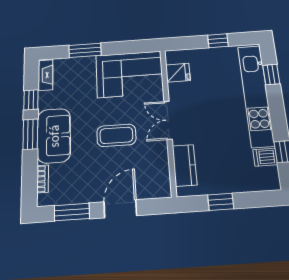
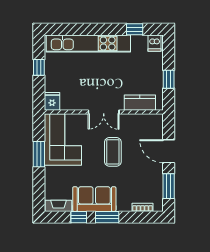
window: (85, 50) -> (39, 154), moved
fridge: (178, 73) -> (52, 101), moved
window: (271, 75) -> (72, 29), removed
sofa: (54, 136) -> (94, 199), moved
dishwasher: (265, 157) -> (154, 43), moved

